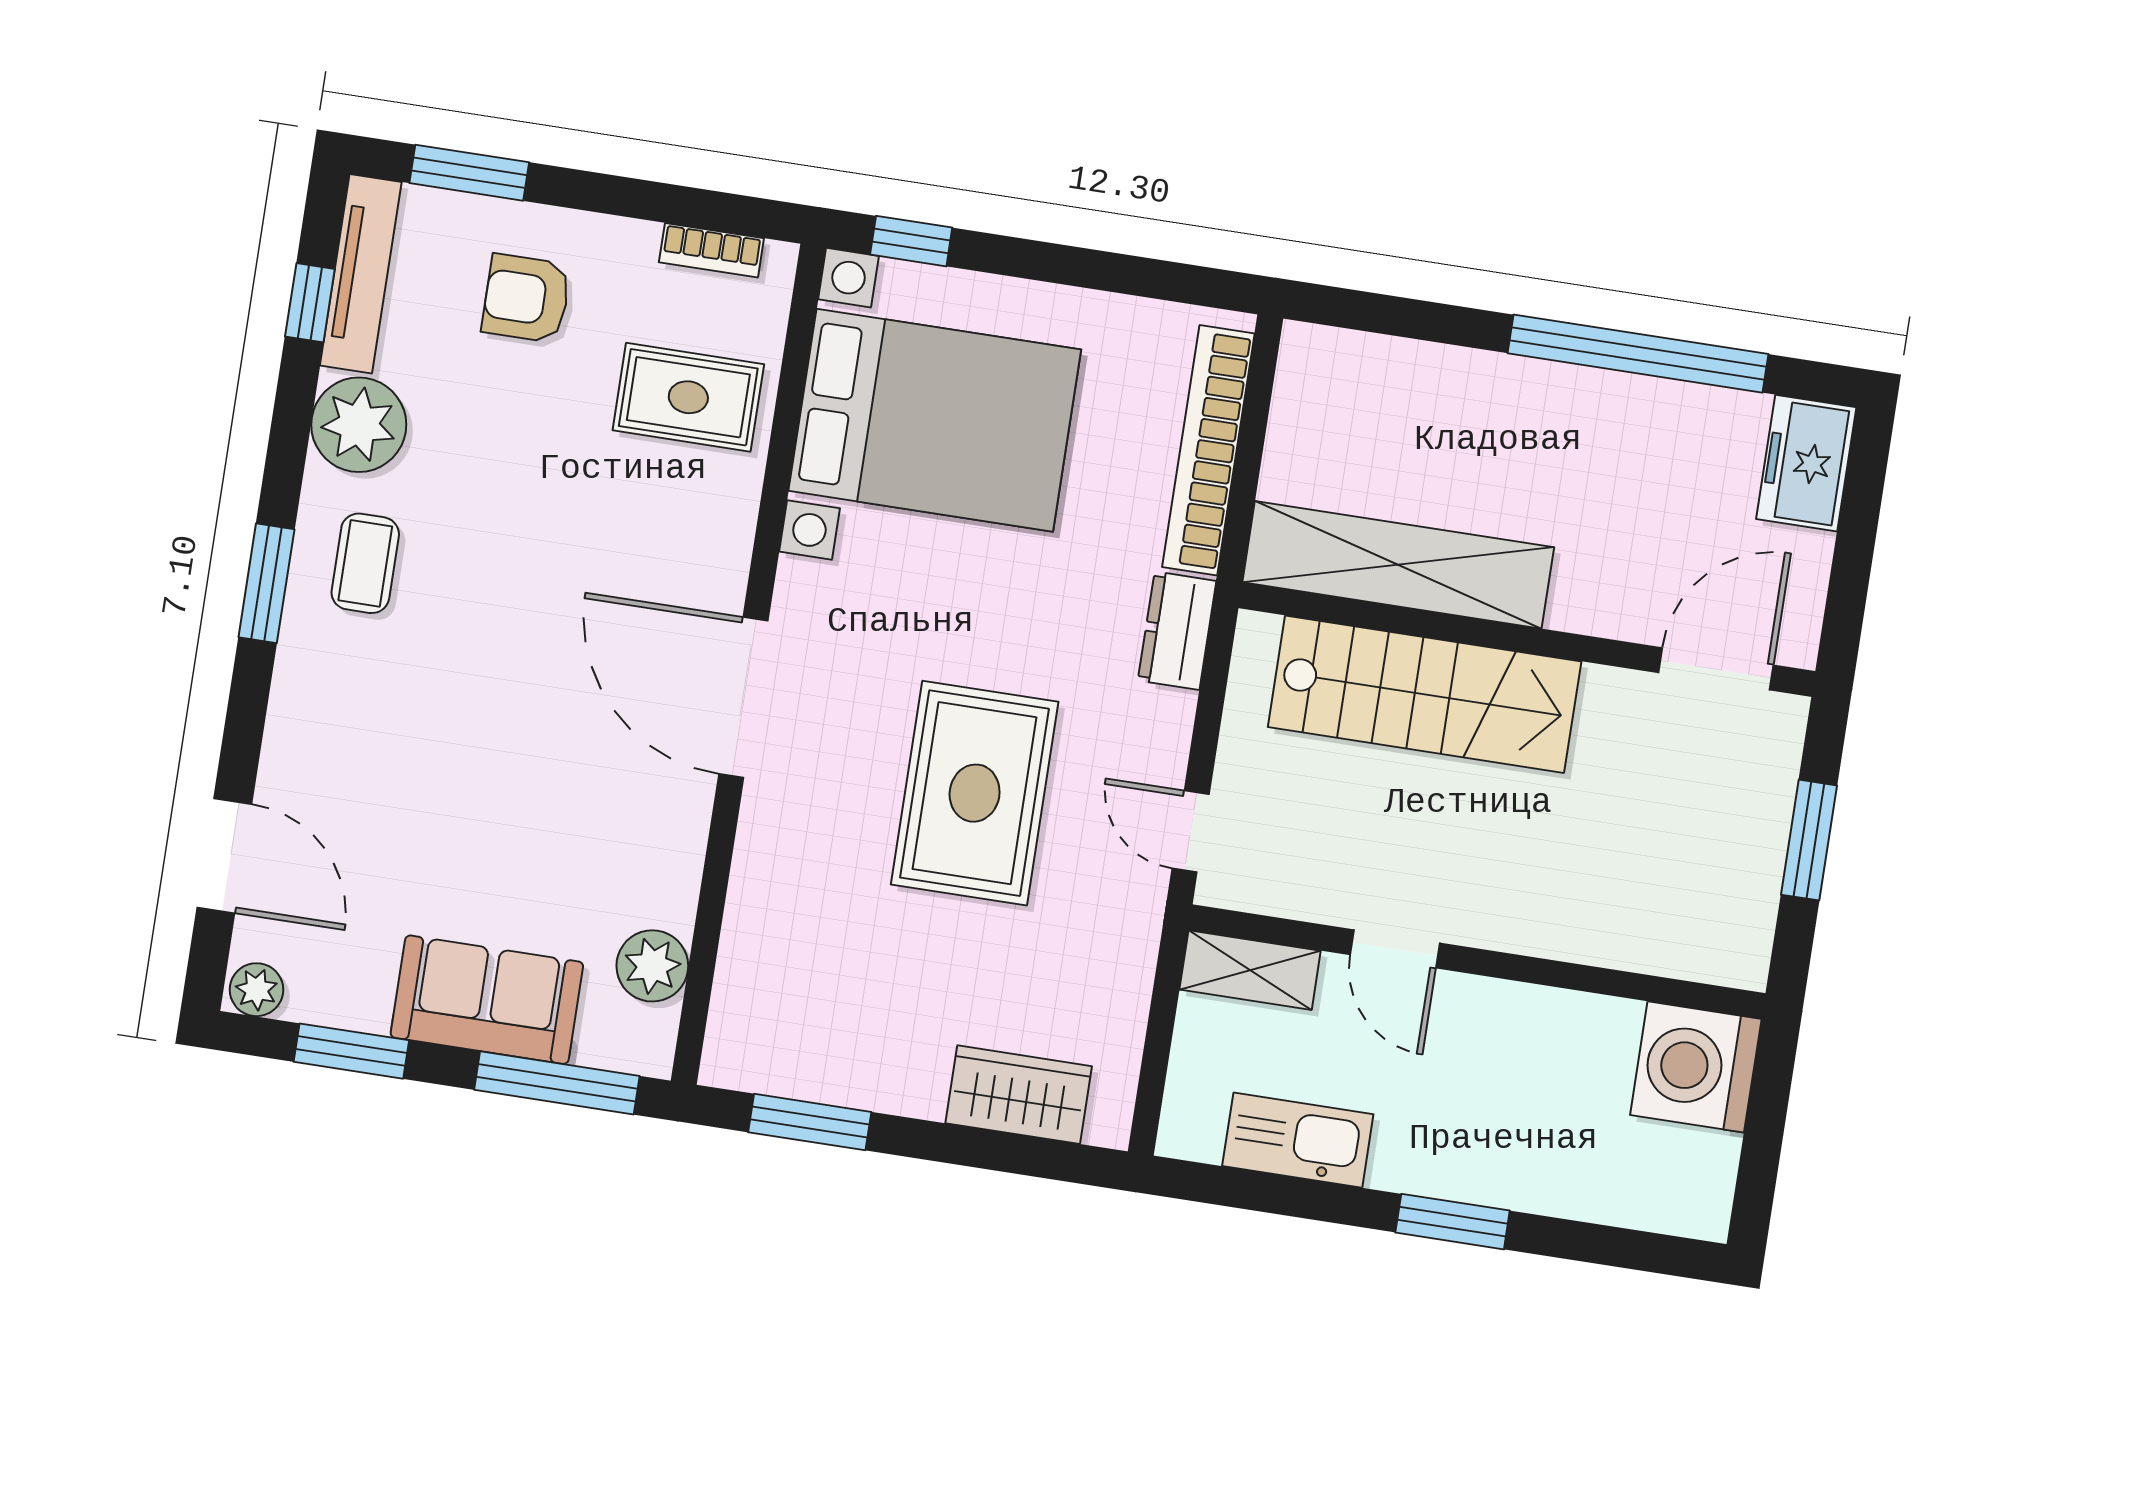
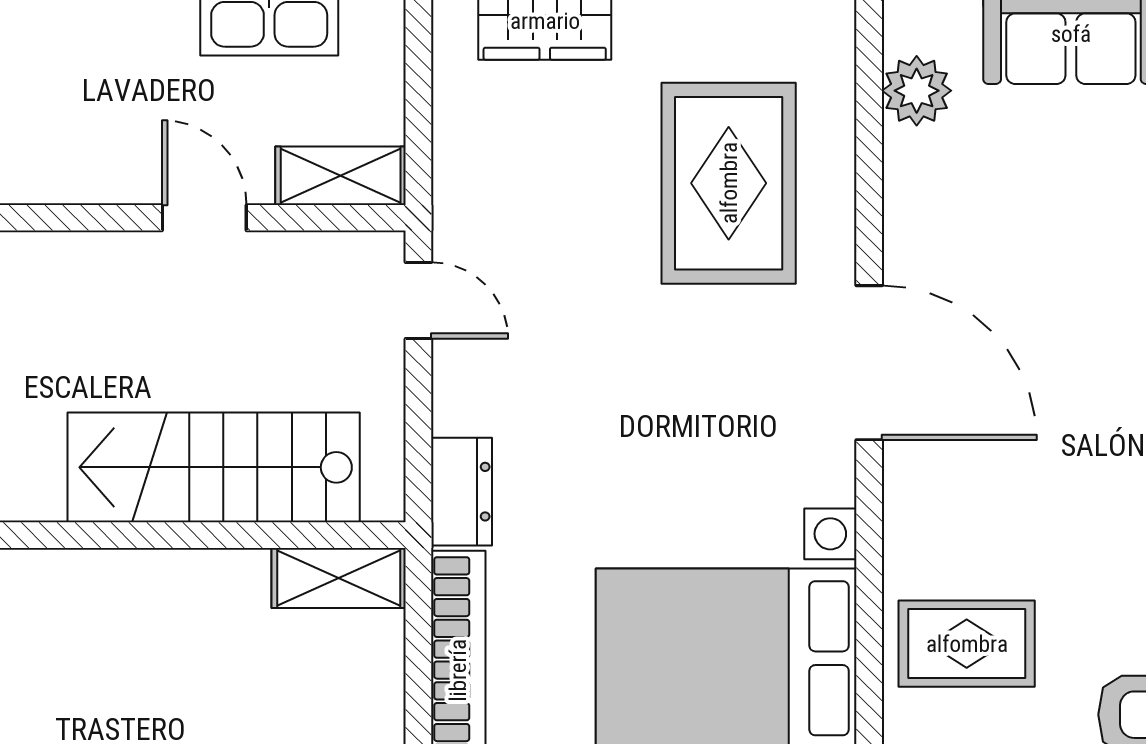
shelving: (1398, 565) -> (339, 578), width x0.45, depth x0.75
rug: (975, 793) -> (729, 183), moved

